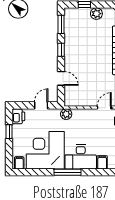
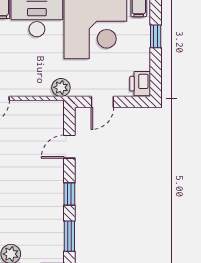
door: (61, 78) -> (69, 147), hinge flipped
window: (9, 132) -> (156, 36), moved

